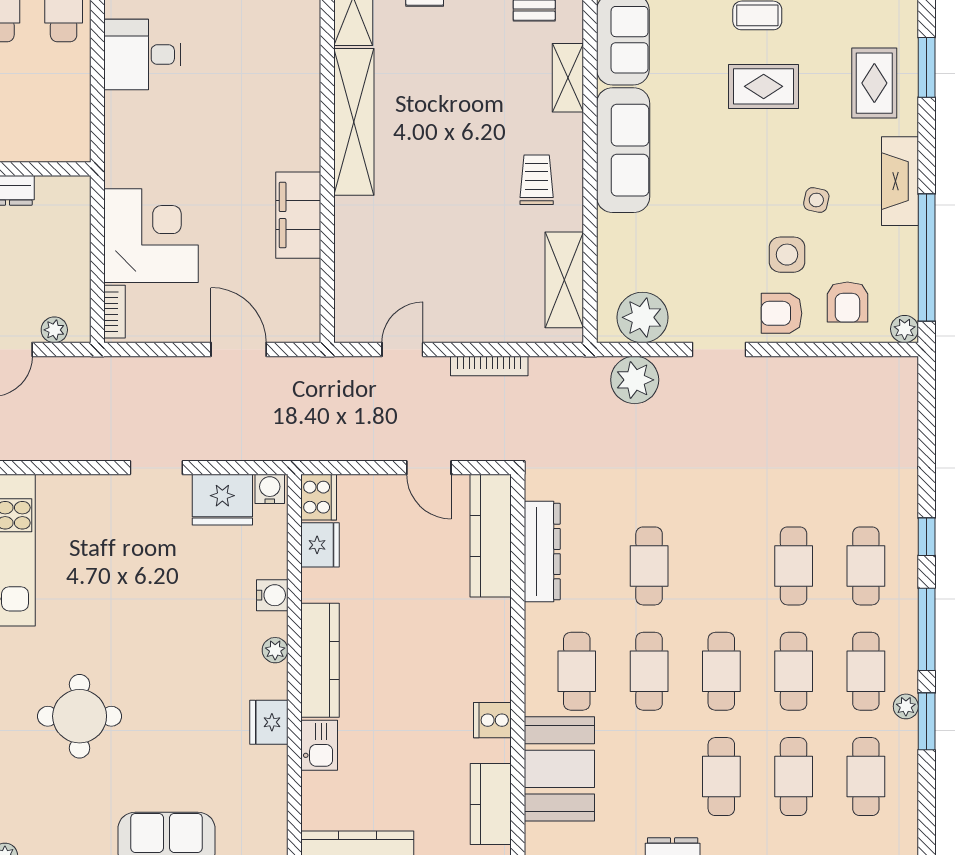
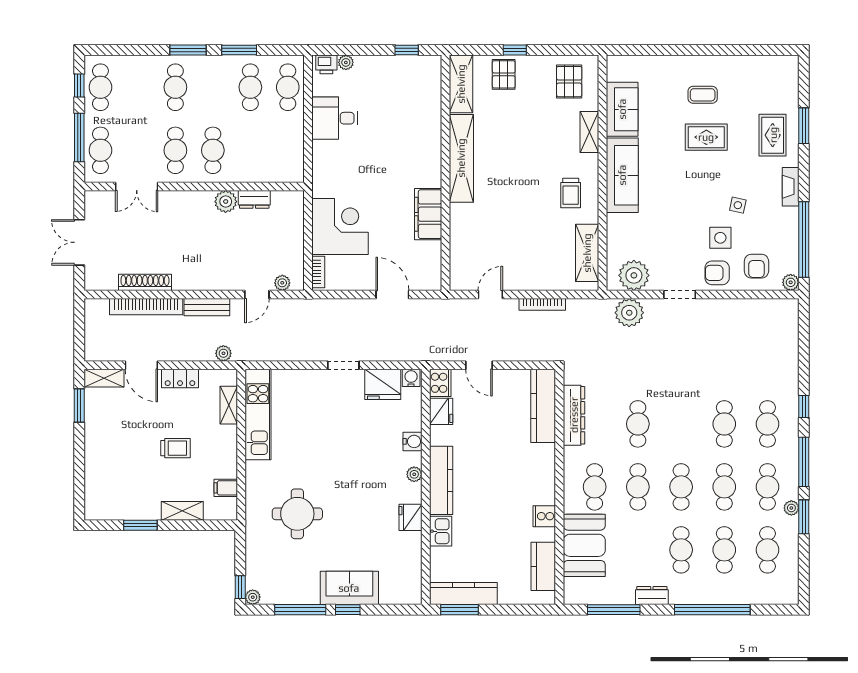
trolley: (537, 180) -> (571, 193), turned 180
fireplace: (900, 181) -> (791, 187), width x0.73, depth x0.76
door: (429, 468) -> (479, 365), moved

